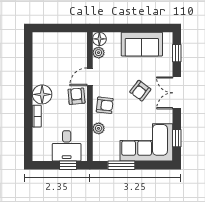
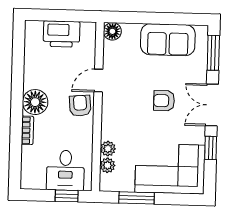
printer: (61, 42) -> (62, 34), added
plant: (99, 53) -> (107, 165), moved
window: (177, 53) -> (213, 53), width x1.50
armchair: (140, 91) -> (164, 101), turned 53
armchair: (105, 105) -> (117, 119), removed
window: (177, 138) -> (211, 148), moved

